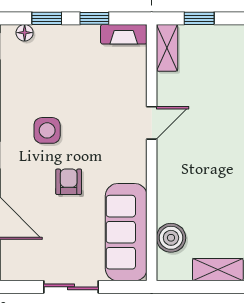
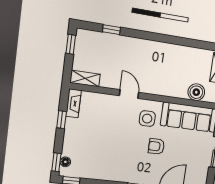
window: (47, 18) -> (56, 162), moved
window: (199, 18) -> (71, 44), moved
side table: (47, 130) -> (147, 119), moved

